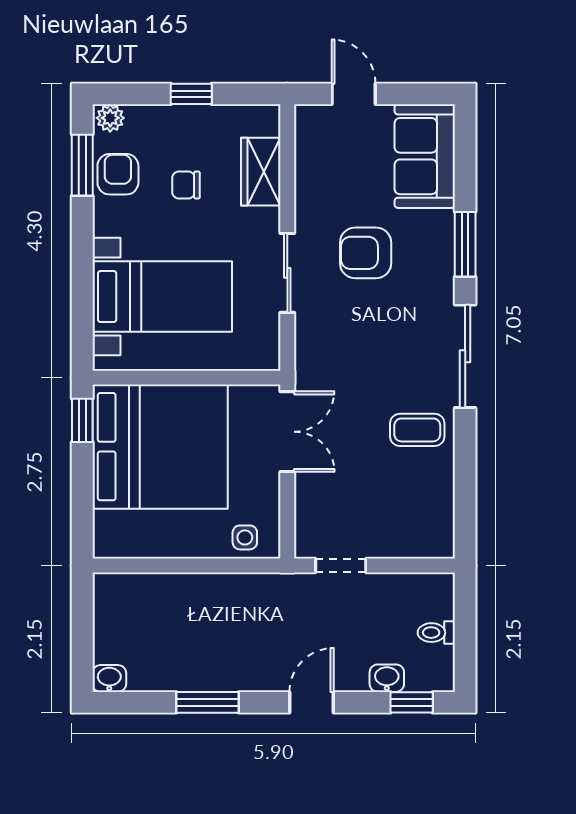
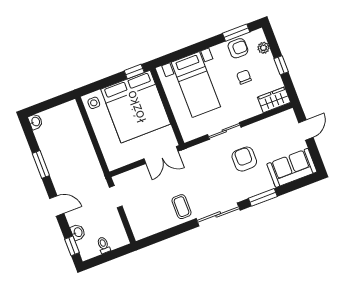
plant: (110, 118) -> (263, 48), moved
wardrobe: (261, 172) -> (274, 100), moved
side table: (245, 537) -> (94, 103), moved

